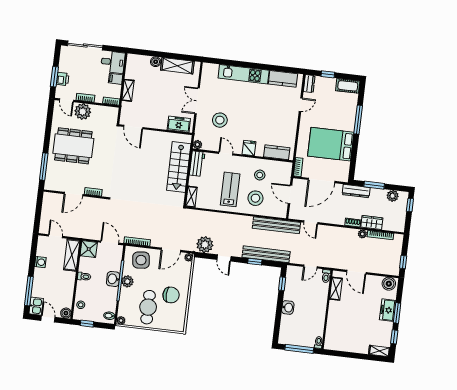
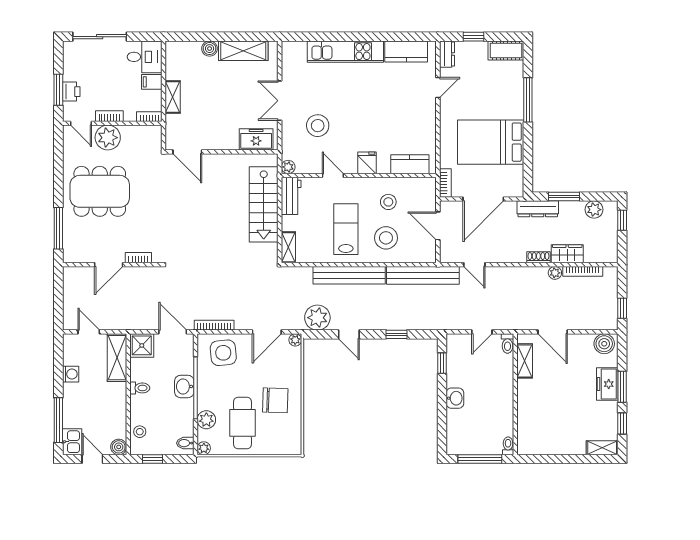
bench: (266, 254) -> (349, 275), moved
plant: (127, 281) -> (206, 420), moved

